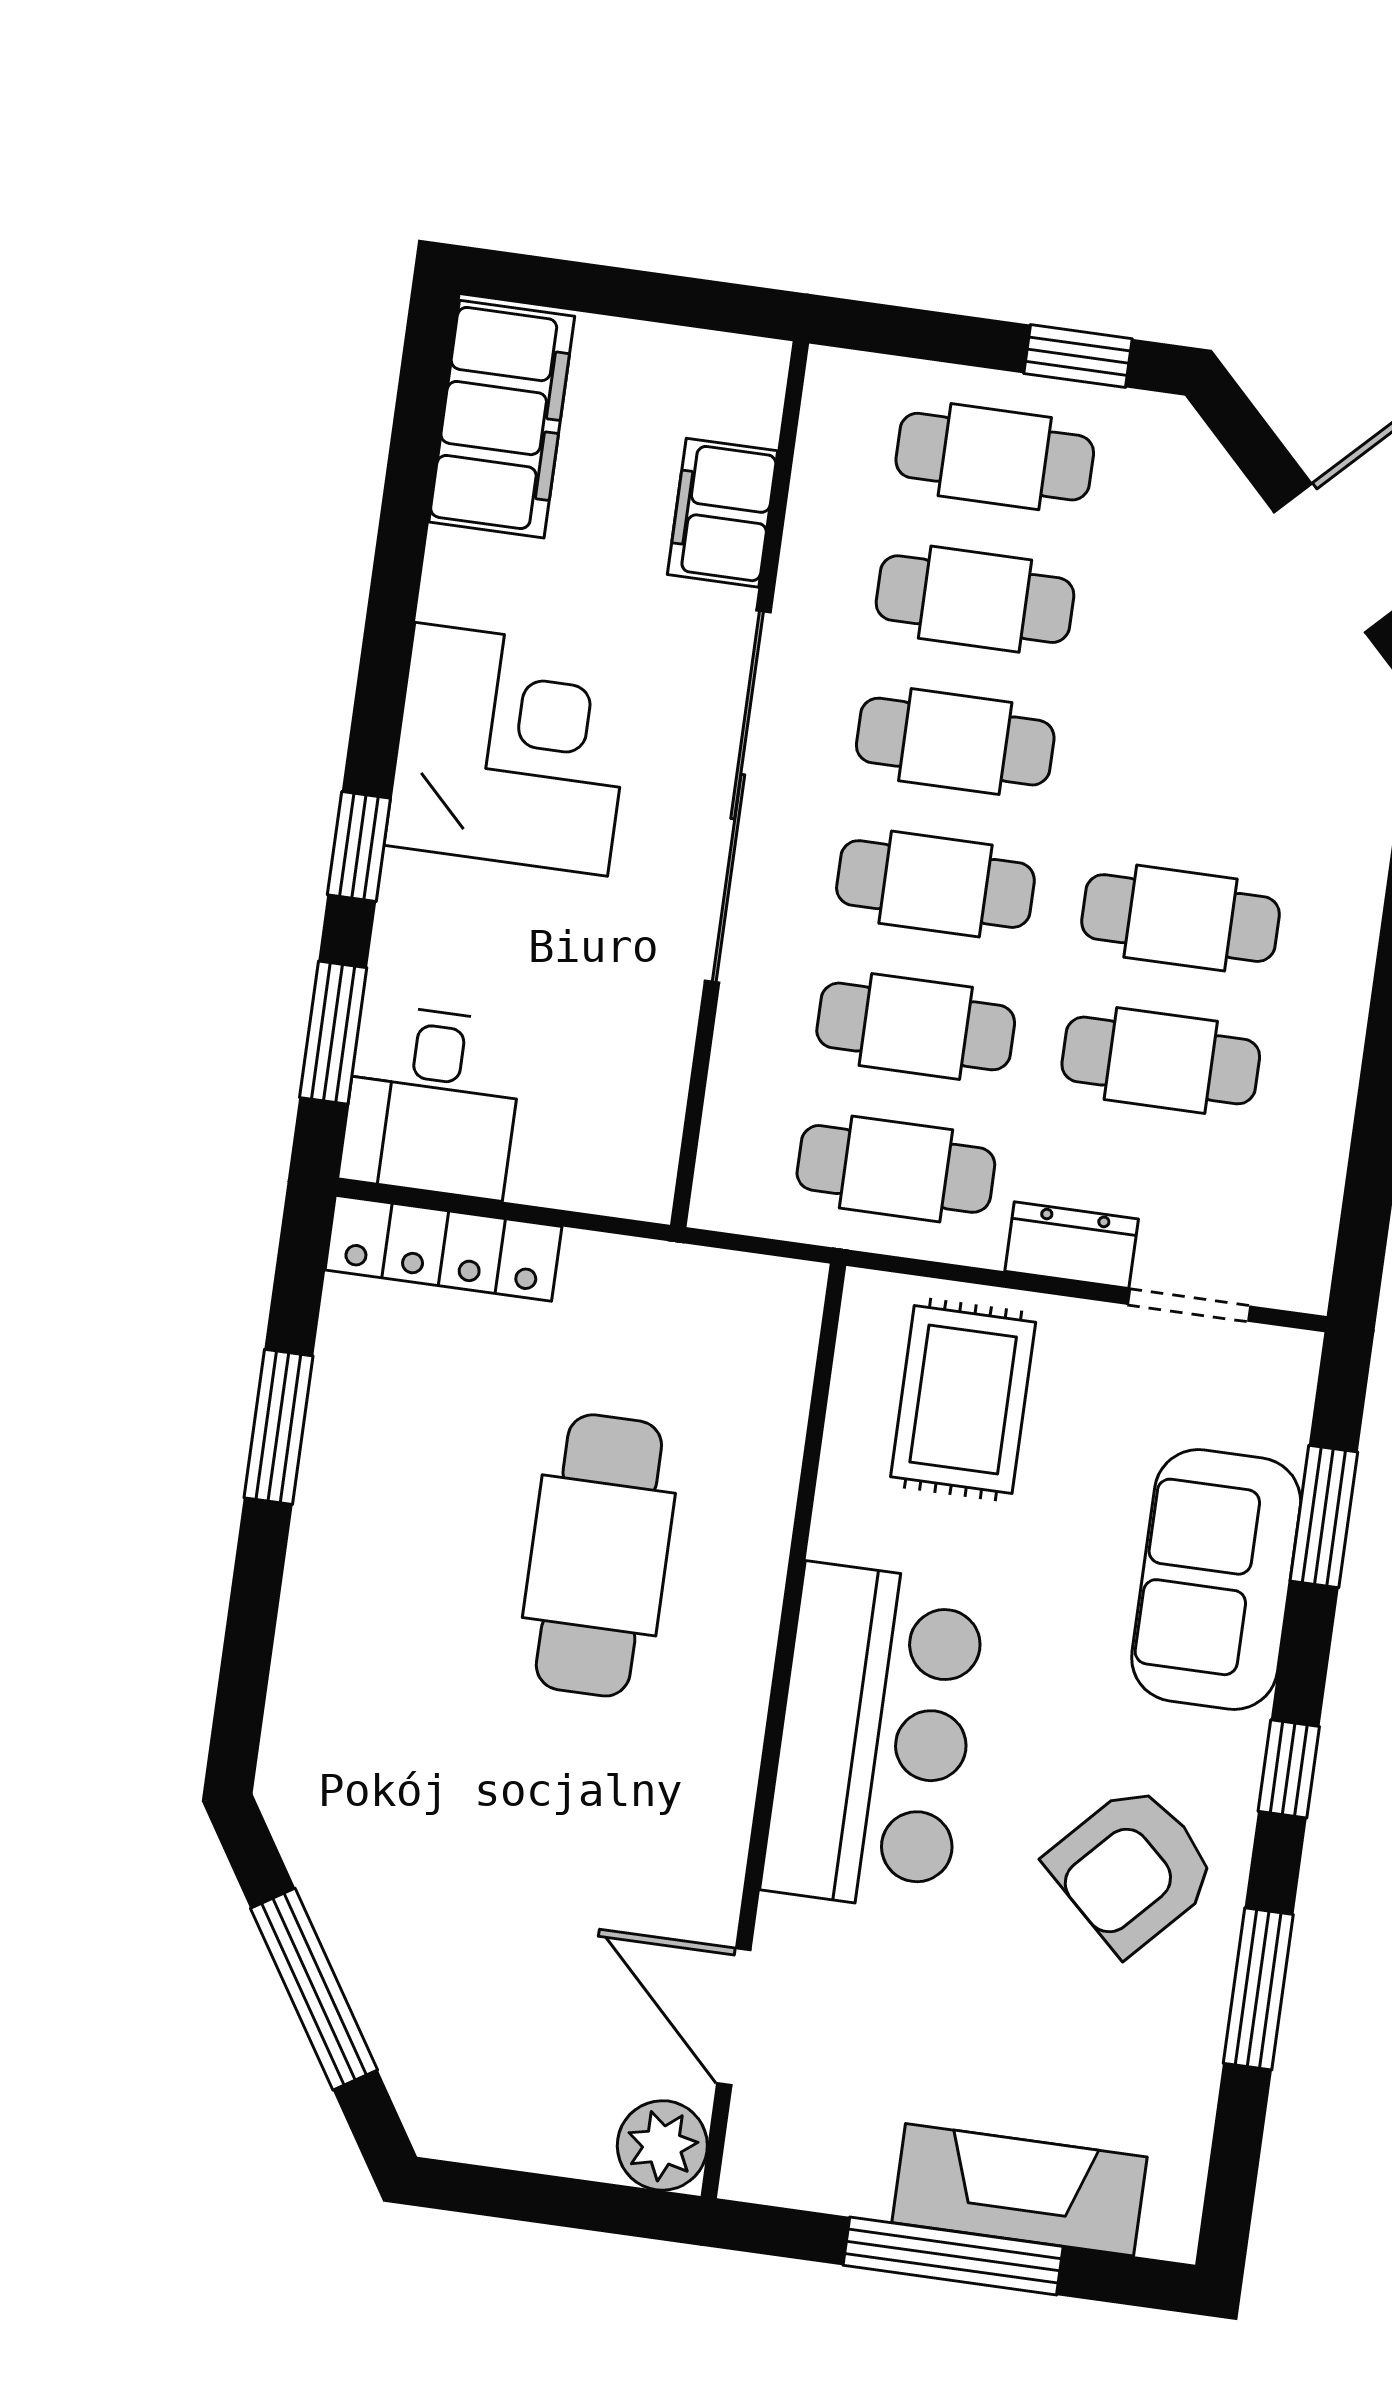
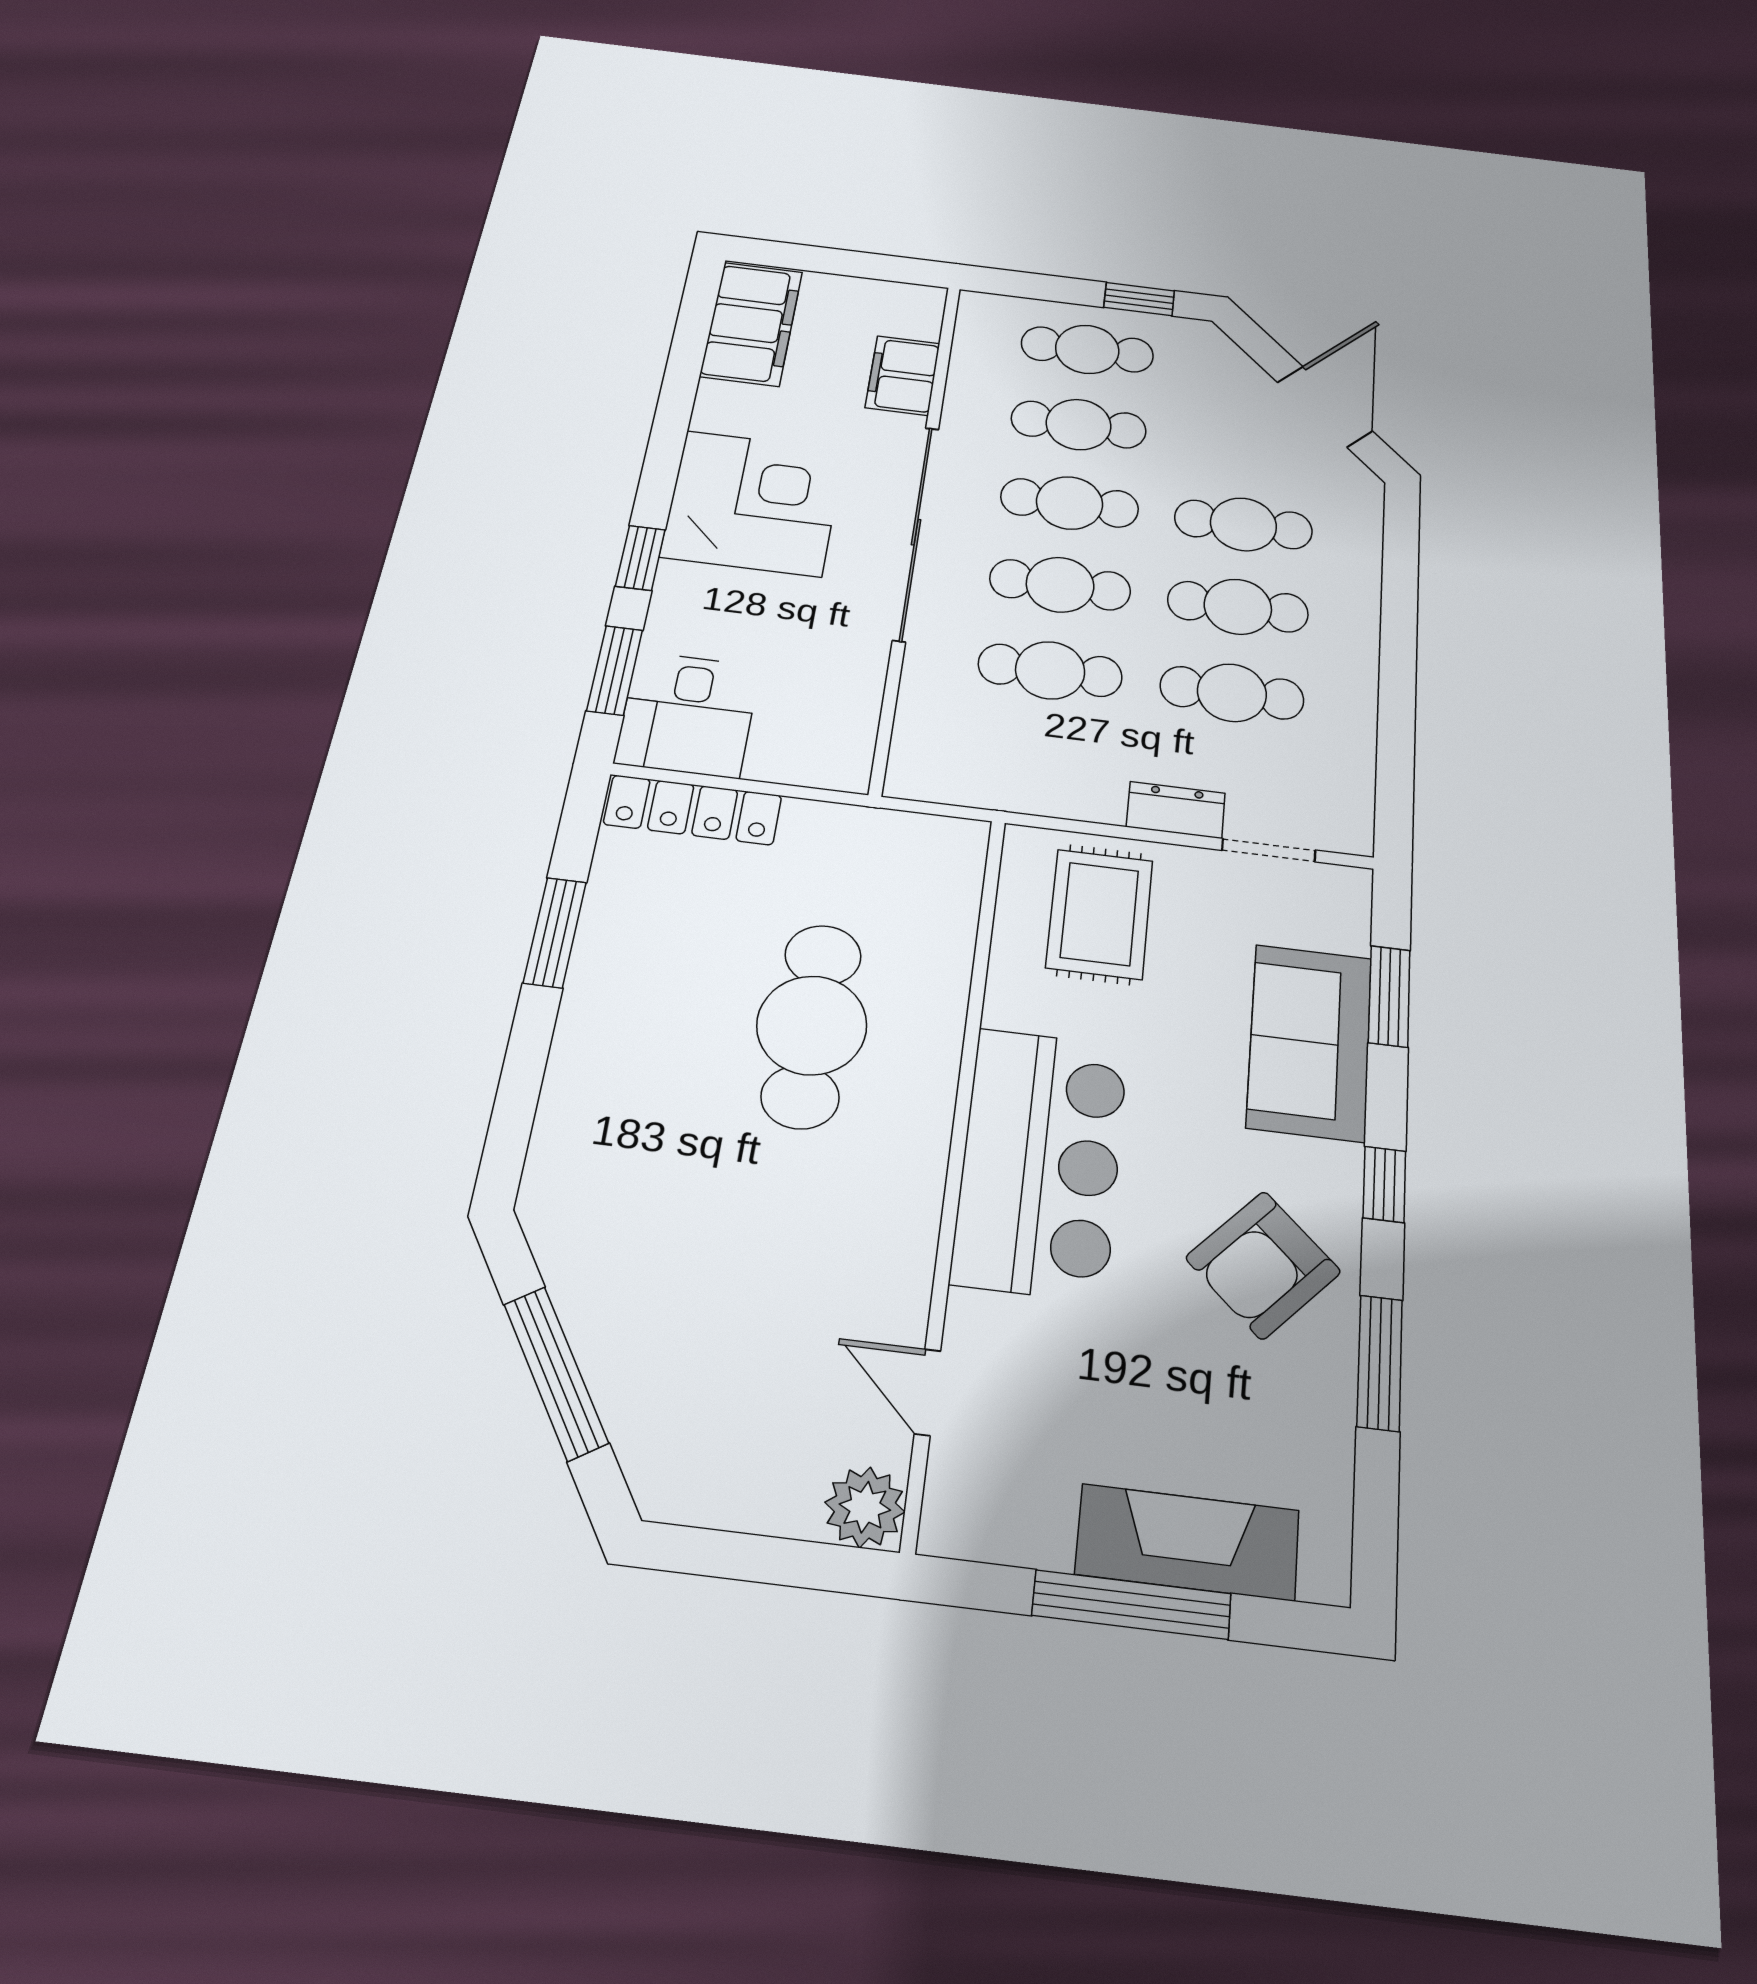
cafe table: (896, 1169) -> (1243, 524), moved
door: (734, 2017) -> (927, 1392), width x0.73

